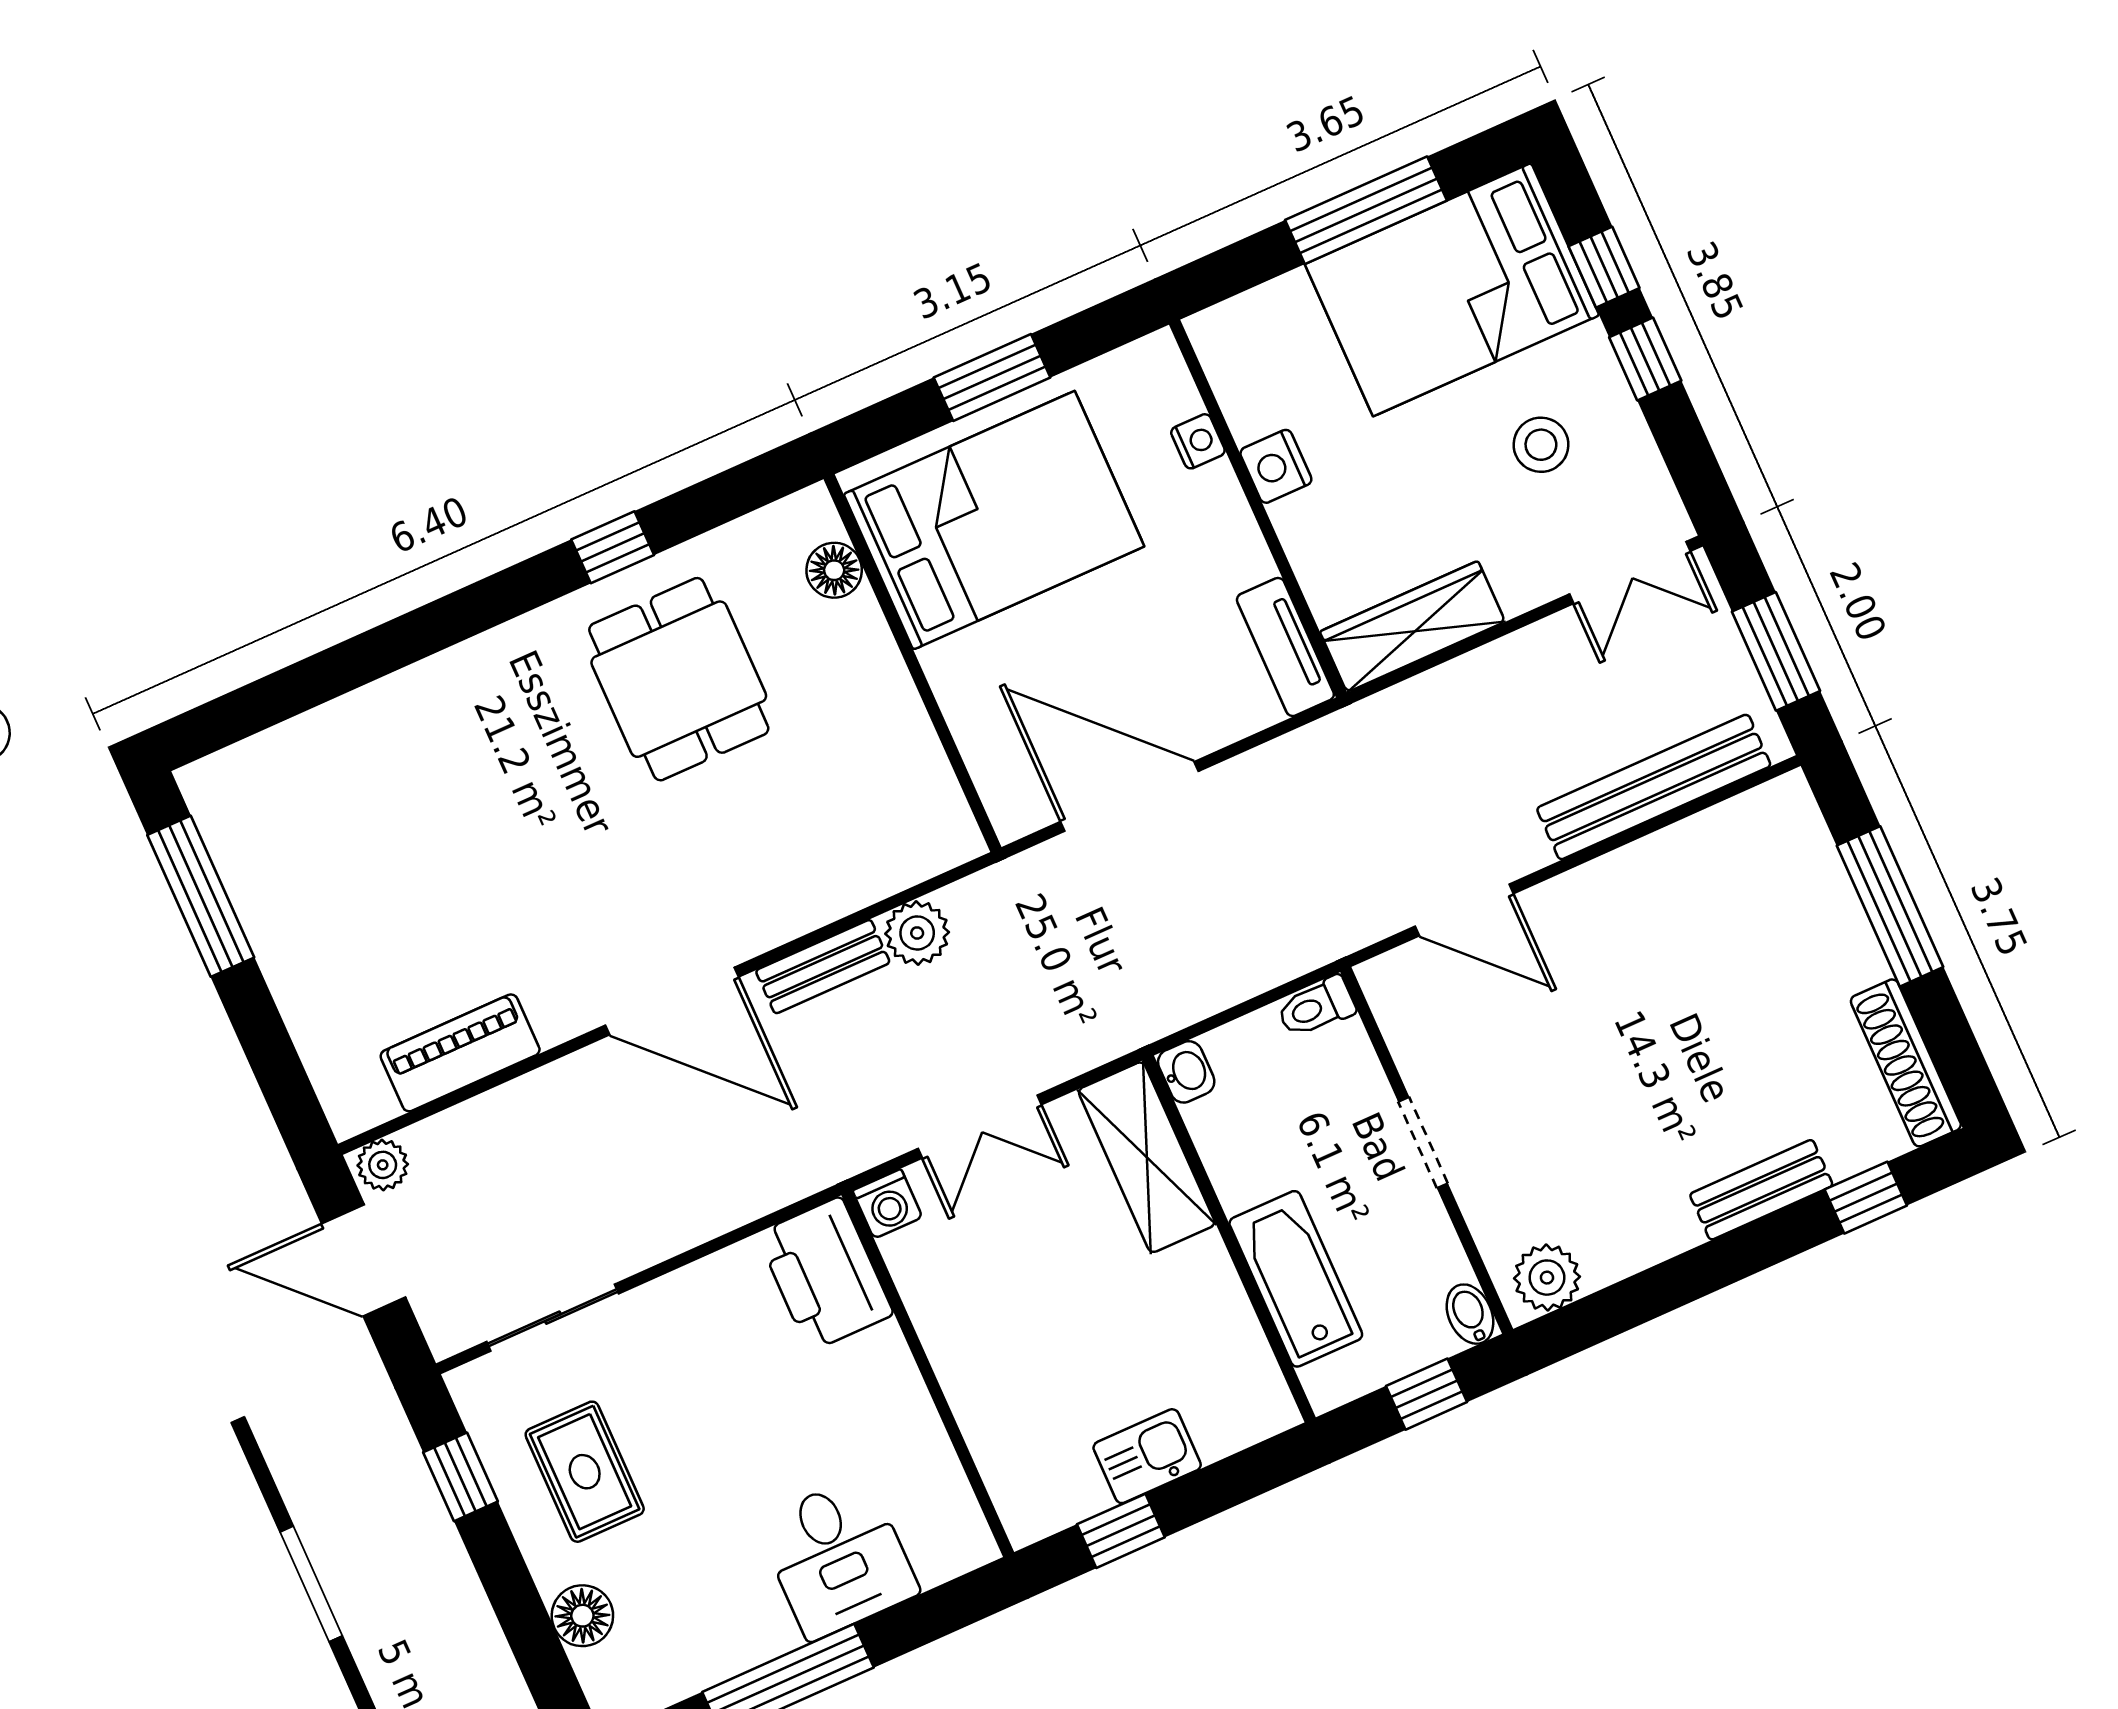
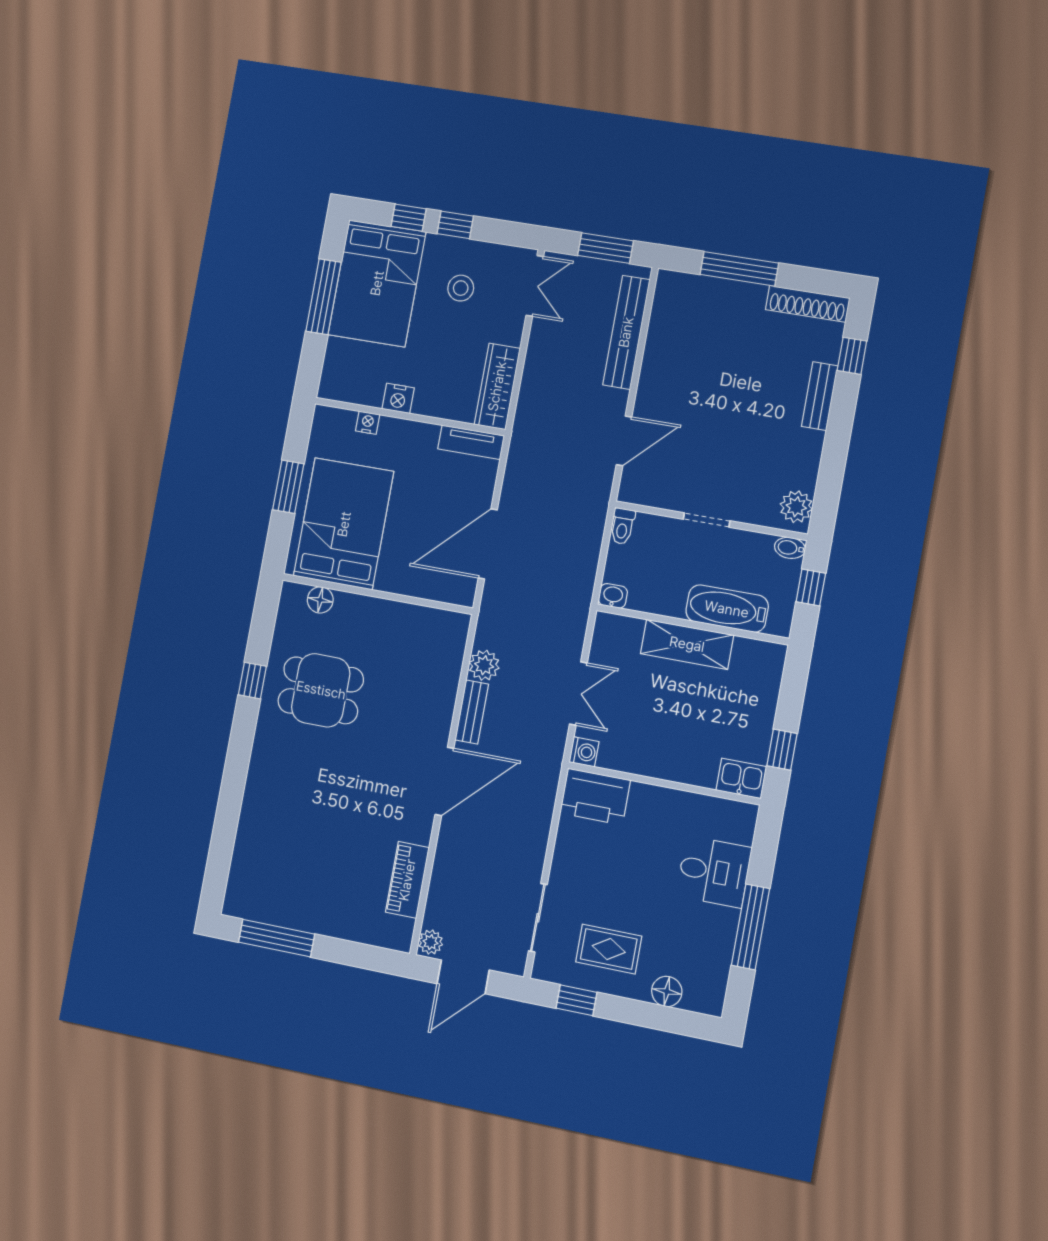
shelving: (1147, 1157) -> (687, 644), moved
kitchen sink: (1147, 1456) -> (741, 778), moved, turned 90

